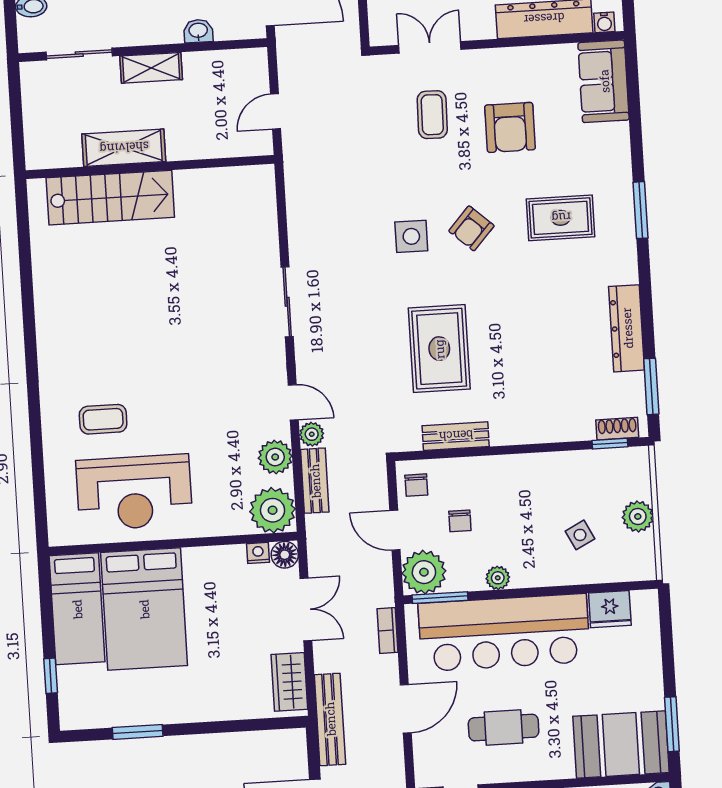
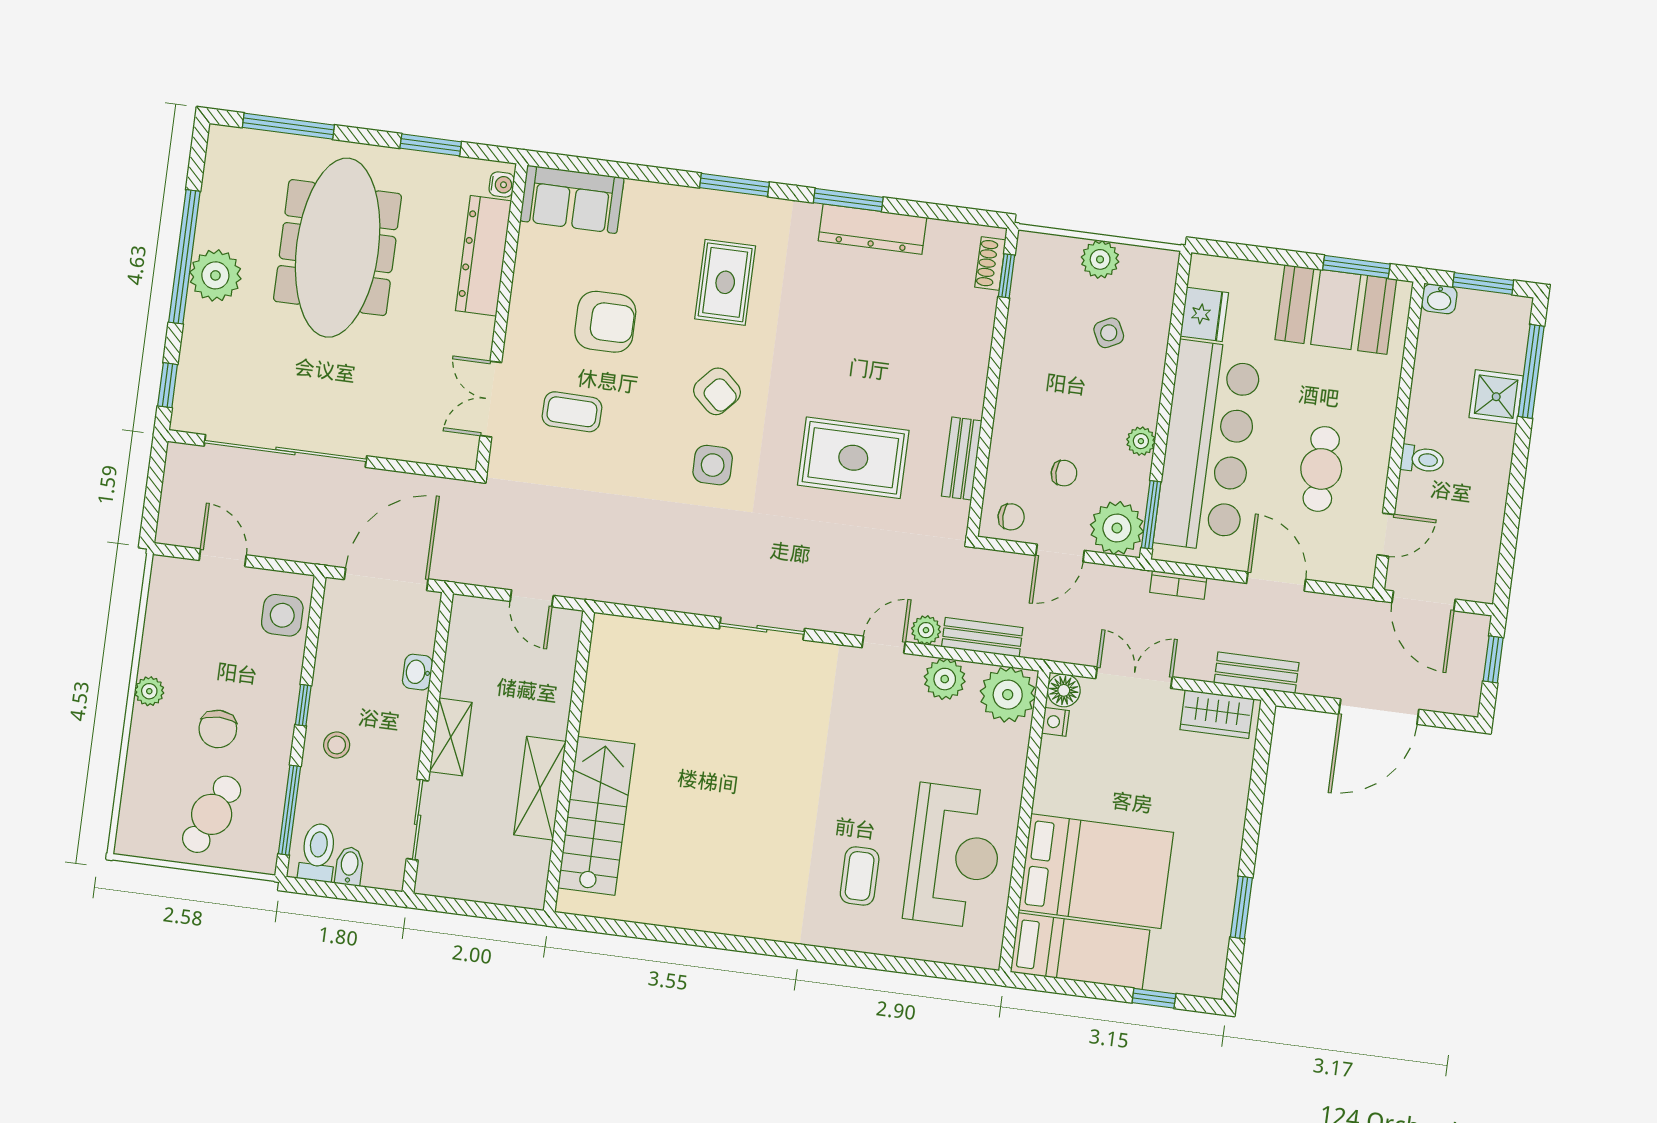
window: (651, 386) -> (848, 200), moved
bench: (330, 719) -> (1256, 673), width x0.73
booth: (621, 744) -> (1336, 309), moved, turned 90

